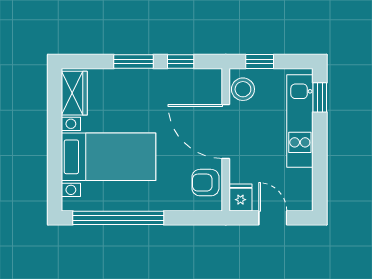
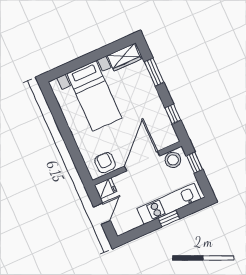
window: (133, 61) -> (154, 72), moved
window: (320, 97) -> (169, 218), moved
window: (118, 218) -> (59, 119), removed

